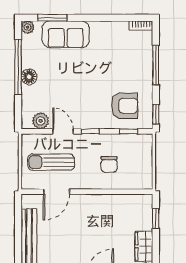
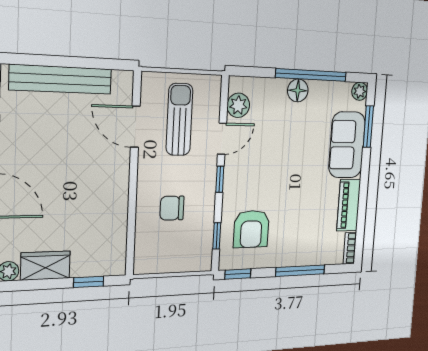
piano: (109, 29) -> (349, 205), added

